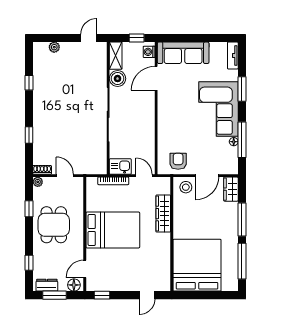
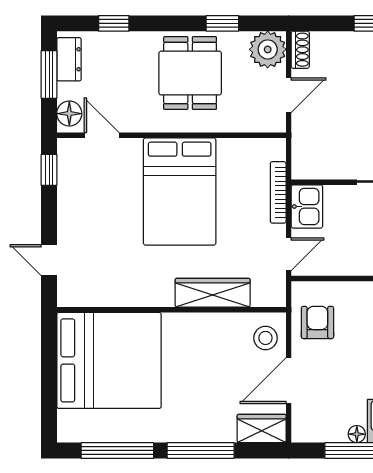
armchair: (178, 161) -> (317, 322), turned -90
door: (207, 176) -> (289, 381), hinge flipped
plant: (38, 182) -> (268, 49), width x1.88, depth x1.88
dining table: (54, 225) -> (190, 73), turned 90

